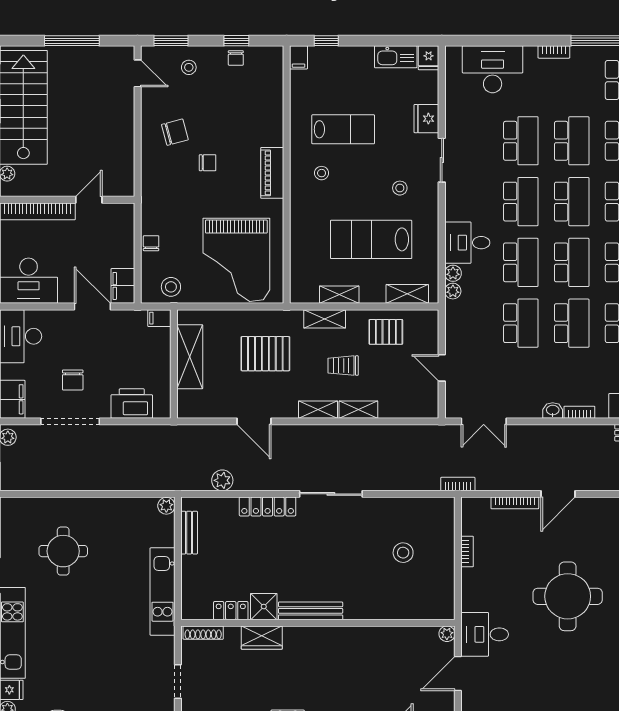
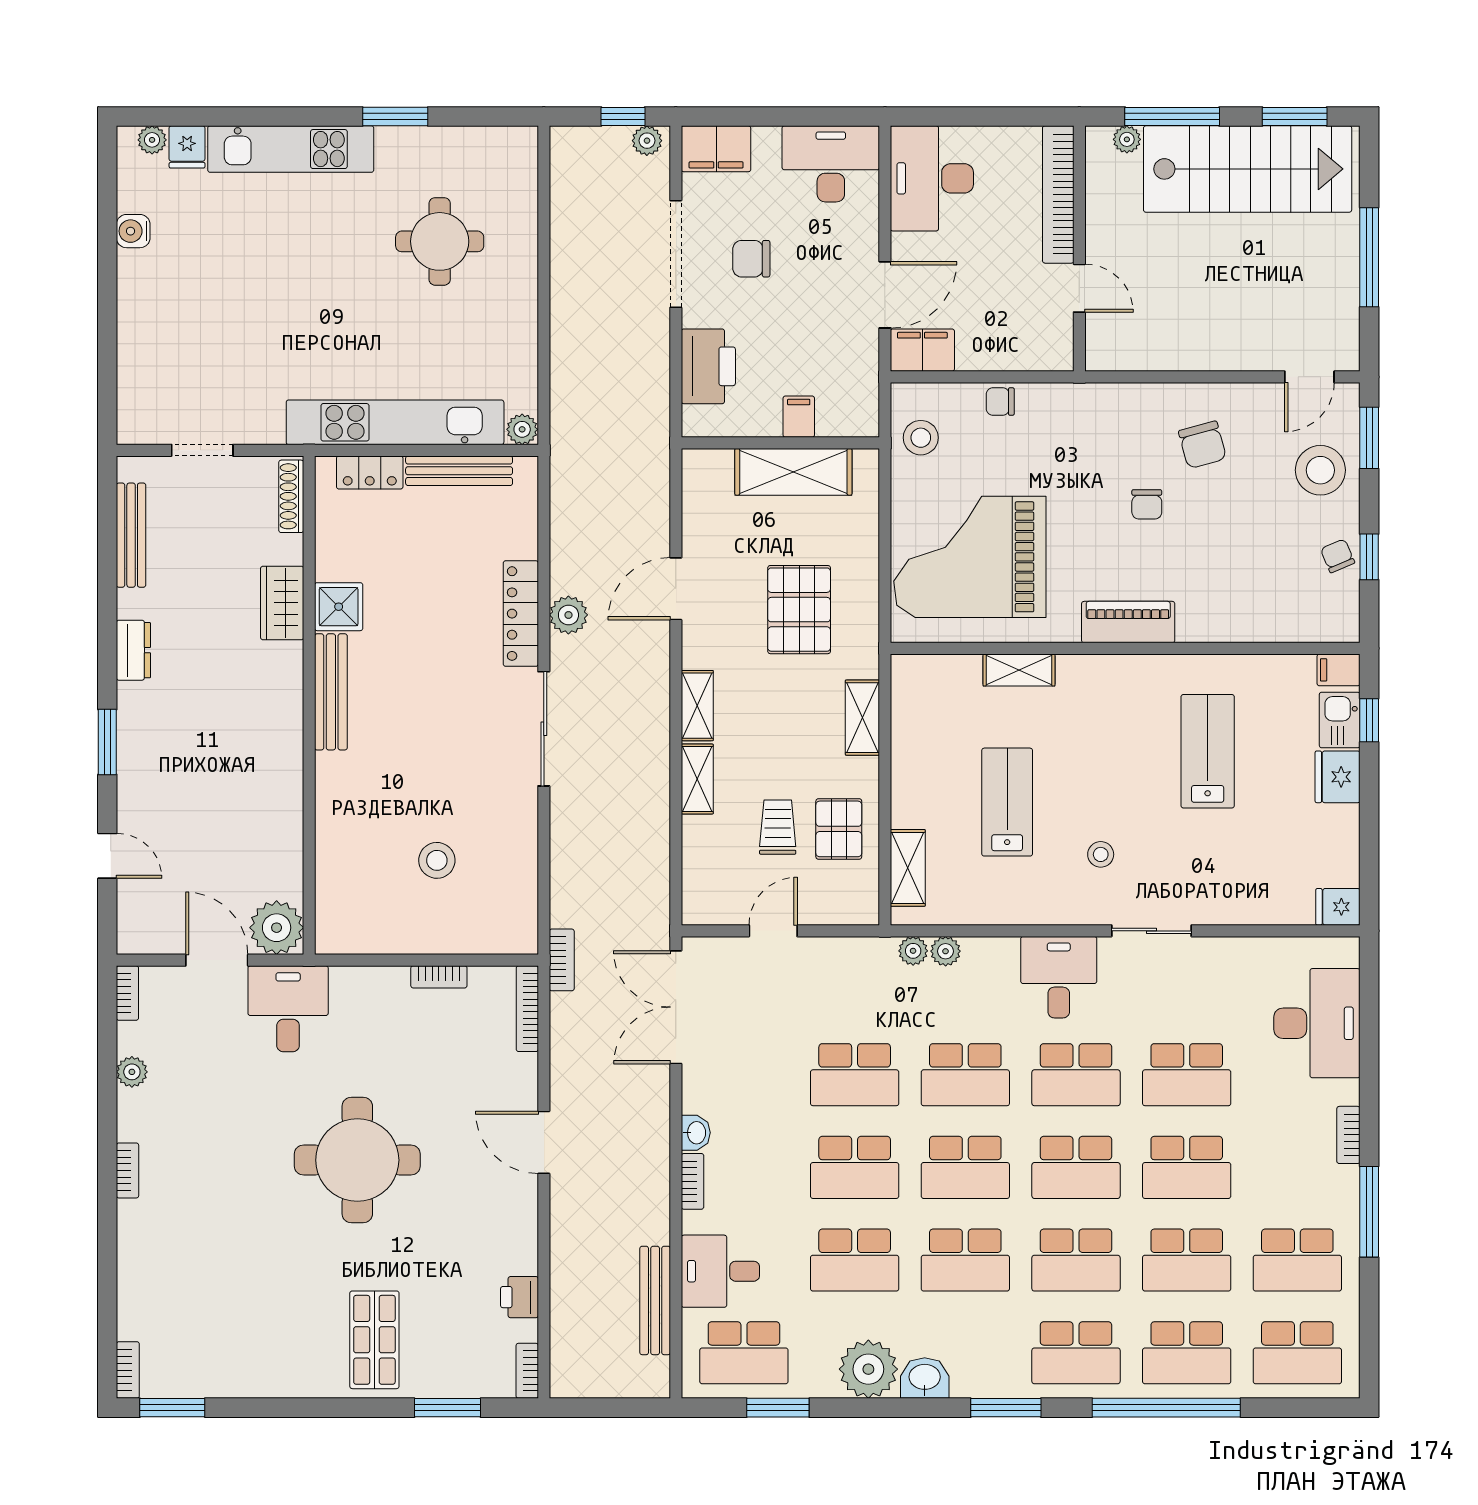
kitchen sink: (396, 57) -> (1340, 720), moved, width x0.73
chair: (236, 58) -> (1338, 556), turned 67
stool: (189, 67) -> (1320, 470), width x1.89, depth x1.89
fridge: (426, 119) -> (1338, 777), moved, turned -90
lab bench: (343, 129) -> (1208, 751), turned 180
stool: (322, 173) -> (1128, 712), removed
lab bench: (371, 239) -> (1007, 802), width x0.73, depth x0.72
chair: (151, 243) -> (1000, 402), turned 180
desk: (467, 243) -> (1059, 977), moved
shelving: (339, 295) -> (1019, 670), moved, turned 90
filing cabinet: (159, 318) -> (799, 417), moved
trolley: (343, 366) -> (778, 827), moved
double door: (484, 421) -> (676, 1007), width x1.37
plant: (222, 480) -> (568, 615), moved
bookcase: (515, 503) -> (527, 1009), moved
bench: (189, 533) -> (459, 471), width x1.36
kitchen unit: (162, 592) -> (395, 422), width x1.36
locker: (231, 611) -> (370, 472), moved, turned 90
plant: (447, 634) -> (277, 928), width x1.88, depth x1.88

